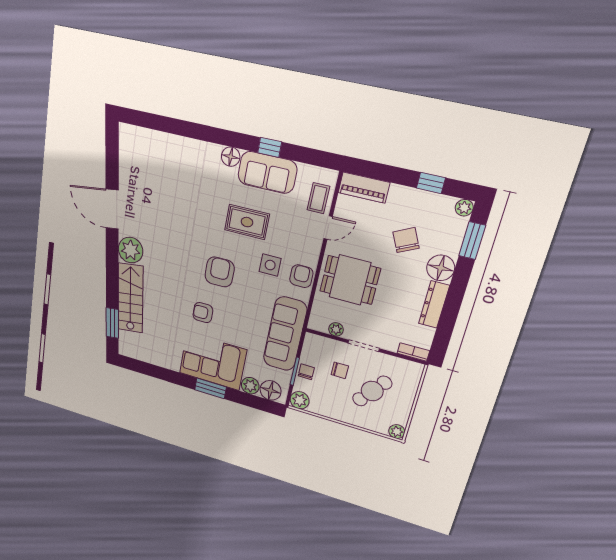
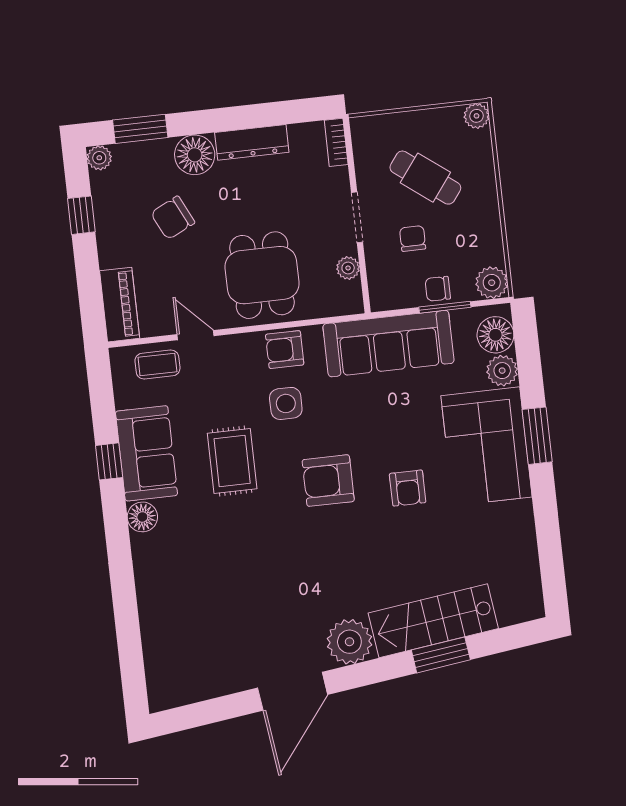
window: (112, 323) -> (441, 655), moved

